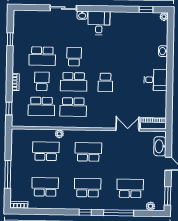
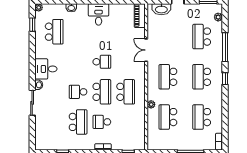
school desk: (41, 106) -> (54, 32), moved
double door: (128, 130) -> (146, 50), moved

